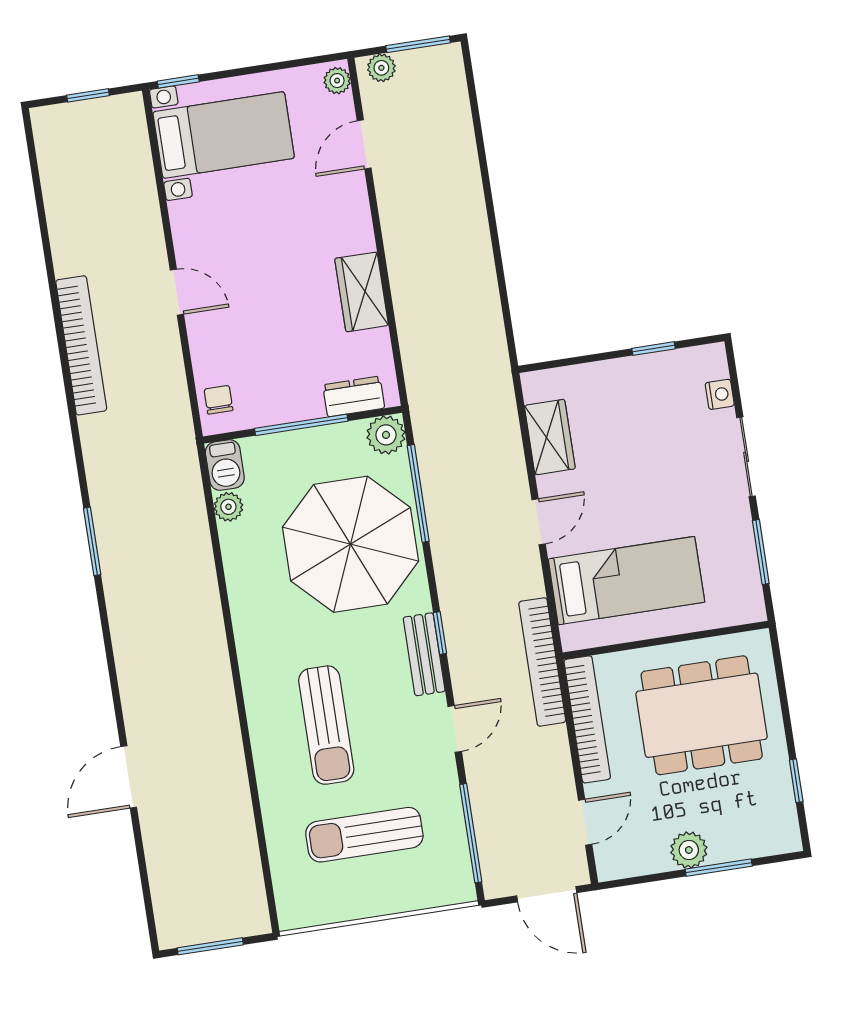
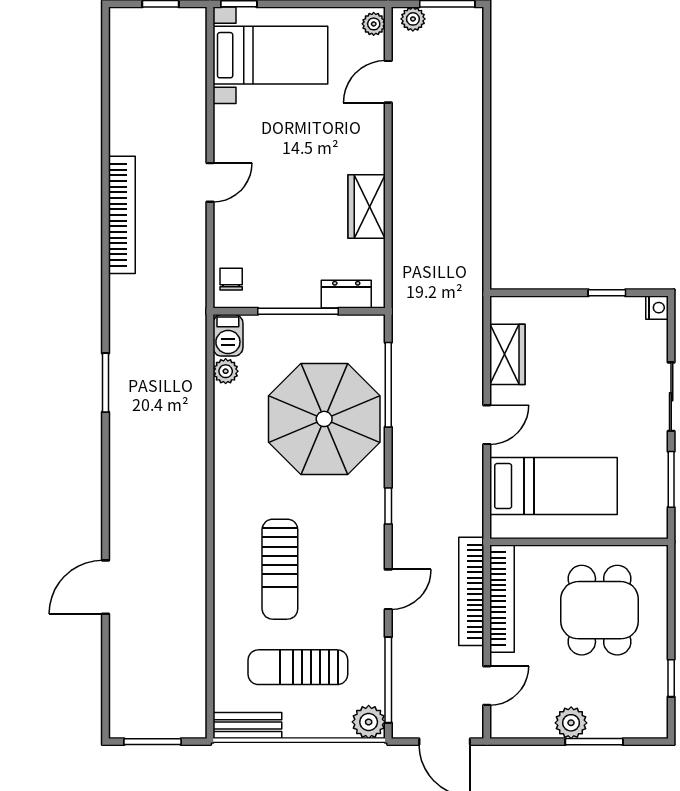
door: (177, 292) -> (210, 182), hinge flipped
nightstand: (720, 394) -> (657, 308), moved
plant: (386, 435) -> (369, 722), moved
bench: (424, 654) -> (247, 726), moved, turned 90
bookcase: (542, 662) -> (471, 591), moved
dining table: (702, 715) -> (600, 610), width x0.73

